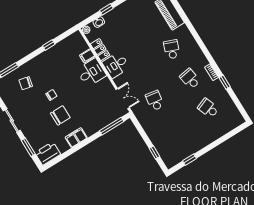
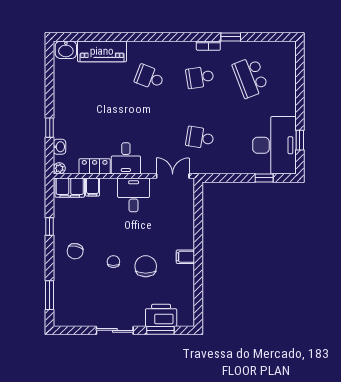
filing cabinet: (79, 43) -> (70, 188), added
desk: (91, 73) -> (134, 195), moved
chair: (26, 83) -> (75, 251), moved
school desk: (208, 108) -> (250, 77), width x1.85
window: (112, 126) -> (198, 211), removed
filing cabinet: (76, 138) -> (185, 257), width x0.50
desk: (177, 147) -> (274, 145), added
printer: (48, 153) -> (161, 315), moved, turned 90

